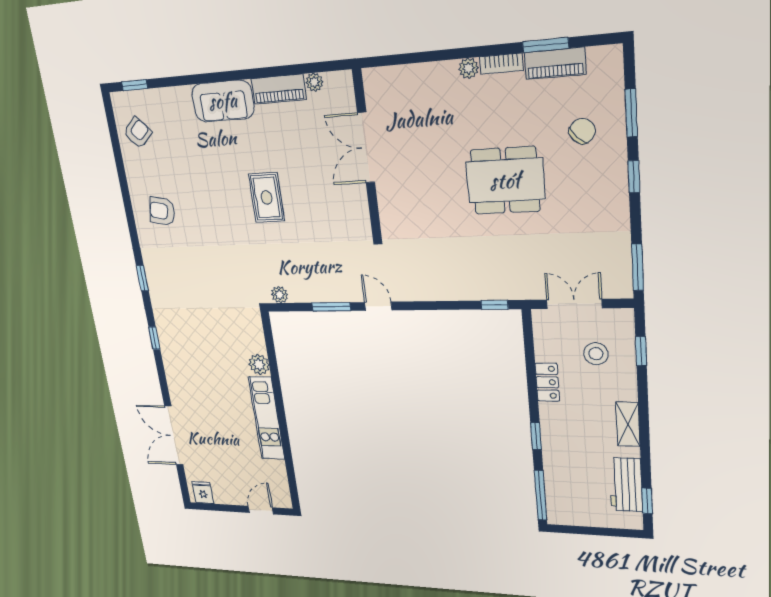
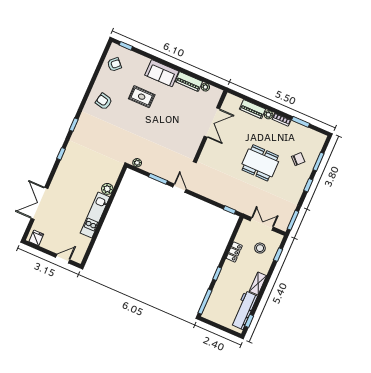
piano: (555, 63) -> (252, 109), moved
double door: (366, 148) -> (212, 123), swing flipped
rug: (266, 197) -> (142, 97), moved, turned 90
workbench: (626, 485) -> (244, 310), width x1.38

